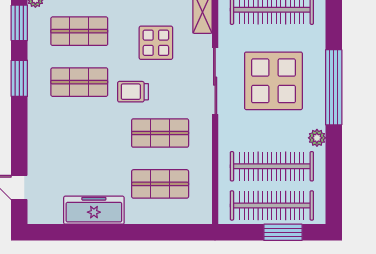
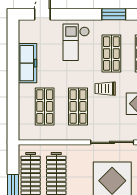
trolley: (133, 92) -> (105, 89), turned -90
checkout: (62, 136) -> (76, 42), added

